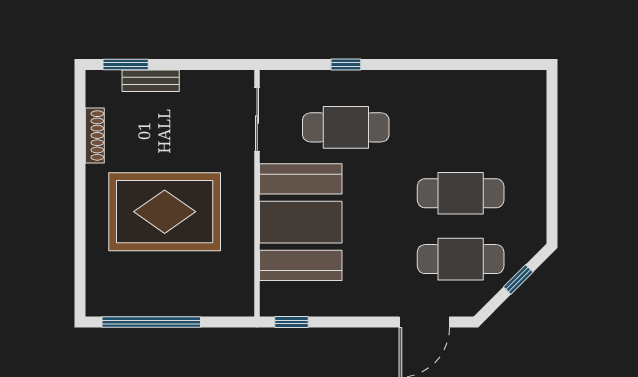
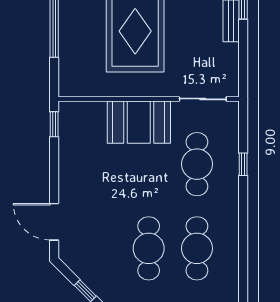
booth: (301, 222) -> (139, 122), width x0.73, depth x0.70
cafe table: (461, 259) -> (197, 248), moved

